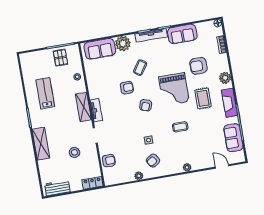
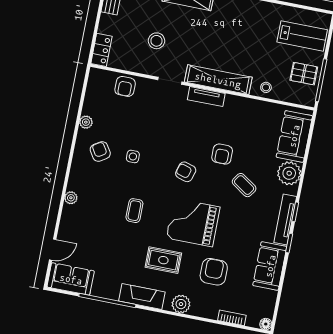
lab bench: (45, 93) -> (302, 36), moved
shelving: (83, 107) -> (218, 80), width x1.47
sofa: (233, 138) -> (71, 279), moved

